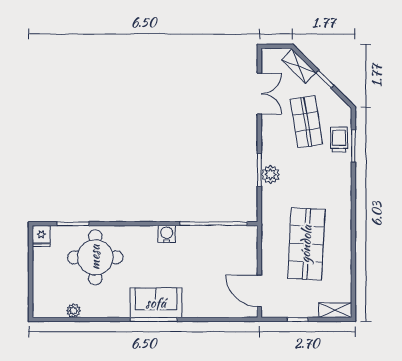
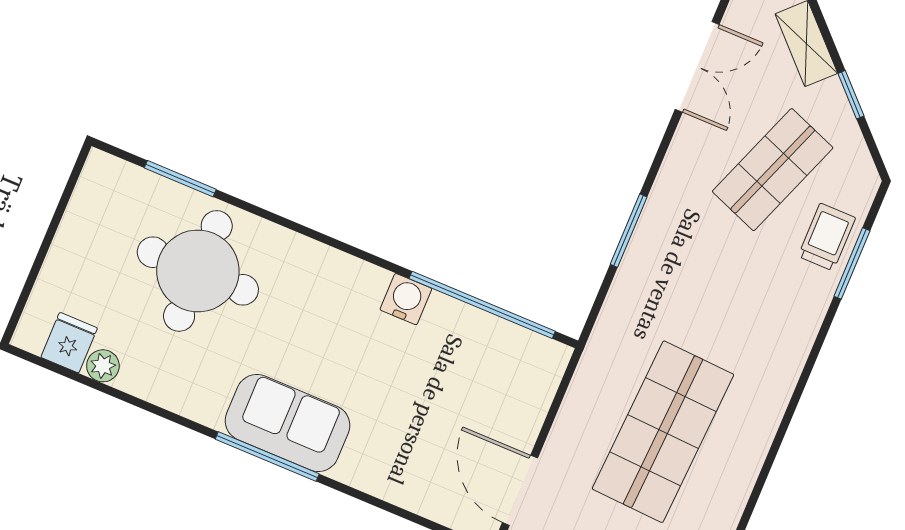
shop shelf: (306, 122) -> (773, 170), turned 30
plant: (270, 174) -> (648, 250), removed
water cooler: (167, 234) -> (406, 299), moved
fridge: (41, 236) -> (69, 343), moved, turned 180

